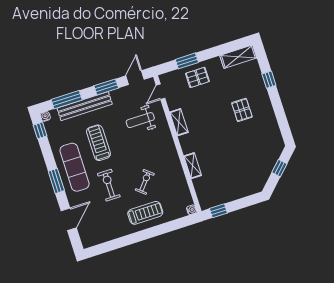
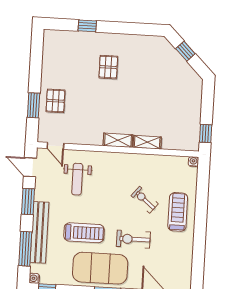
shelving: (238, 57) -> (50, 49), removed
pallet: (242, 110) -> (108, 67), turned 90
shelving: (179, 122) -> (118, 140), moved
treadmill: (98, 143) -> (84, 233), turned 180
exercise mat: (75, 167) -> (100, 268), width x1.47

